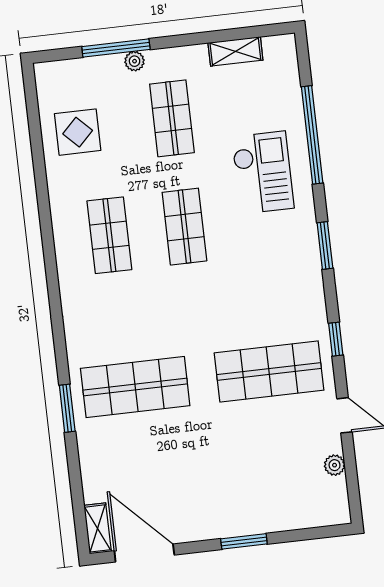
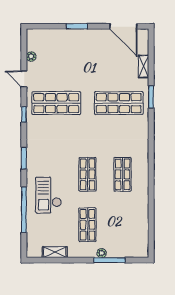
display table: (78, 132) -> (132, 223), removed
shelving: (97, 528) -> (144, 66), moved

